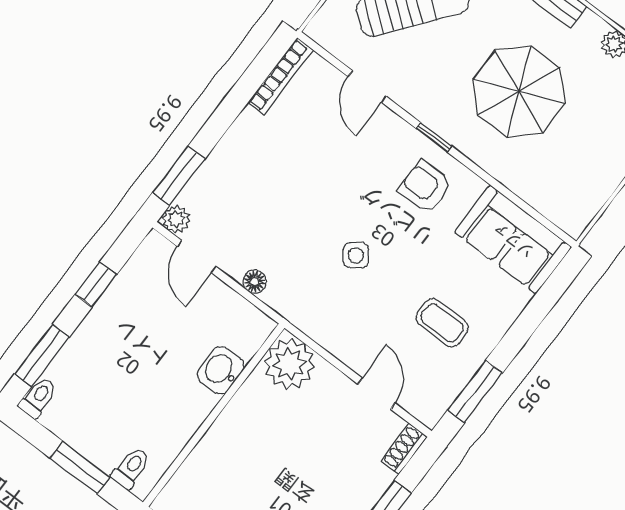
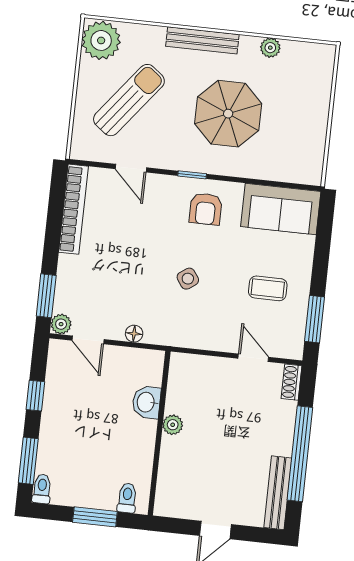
bookcase: (281, 76) -> (73, 209), width x1.48, depth x1.31
armchair: (426, 187) -> (206, 209), turned -90
plant: (289, 364) -> (173, 425), moved, width x0.53, depth x0.53

